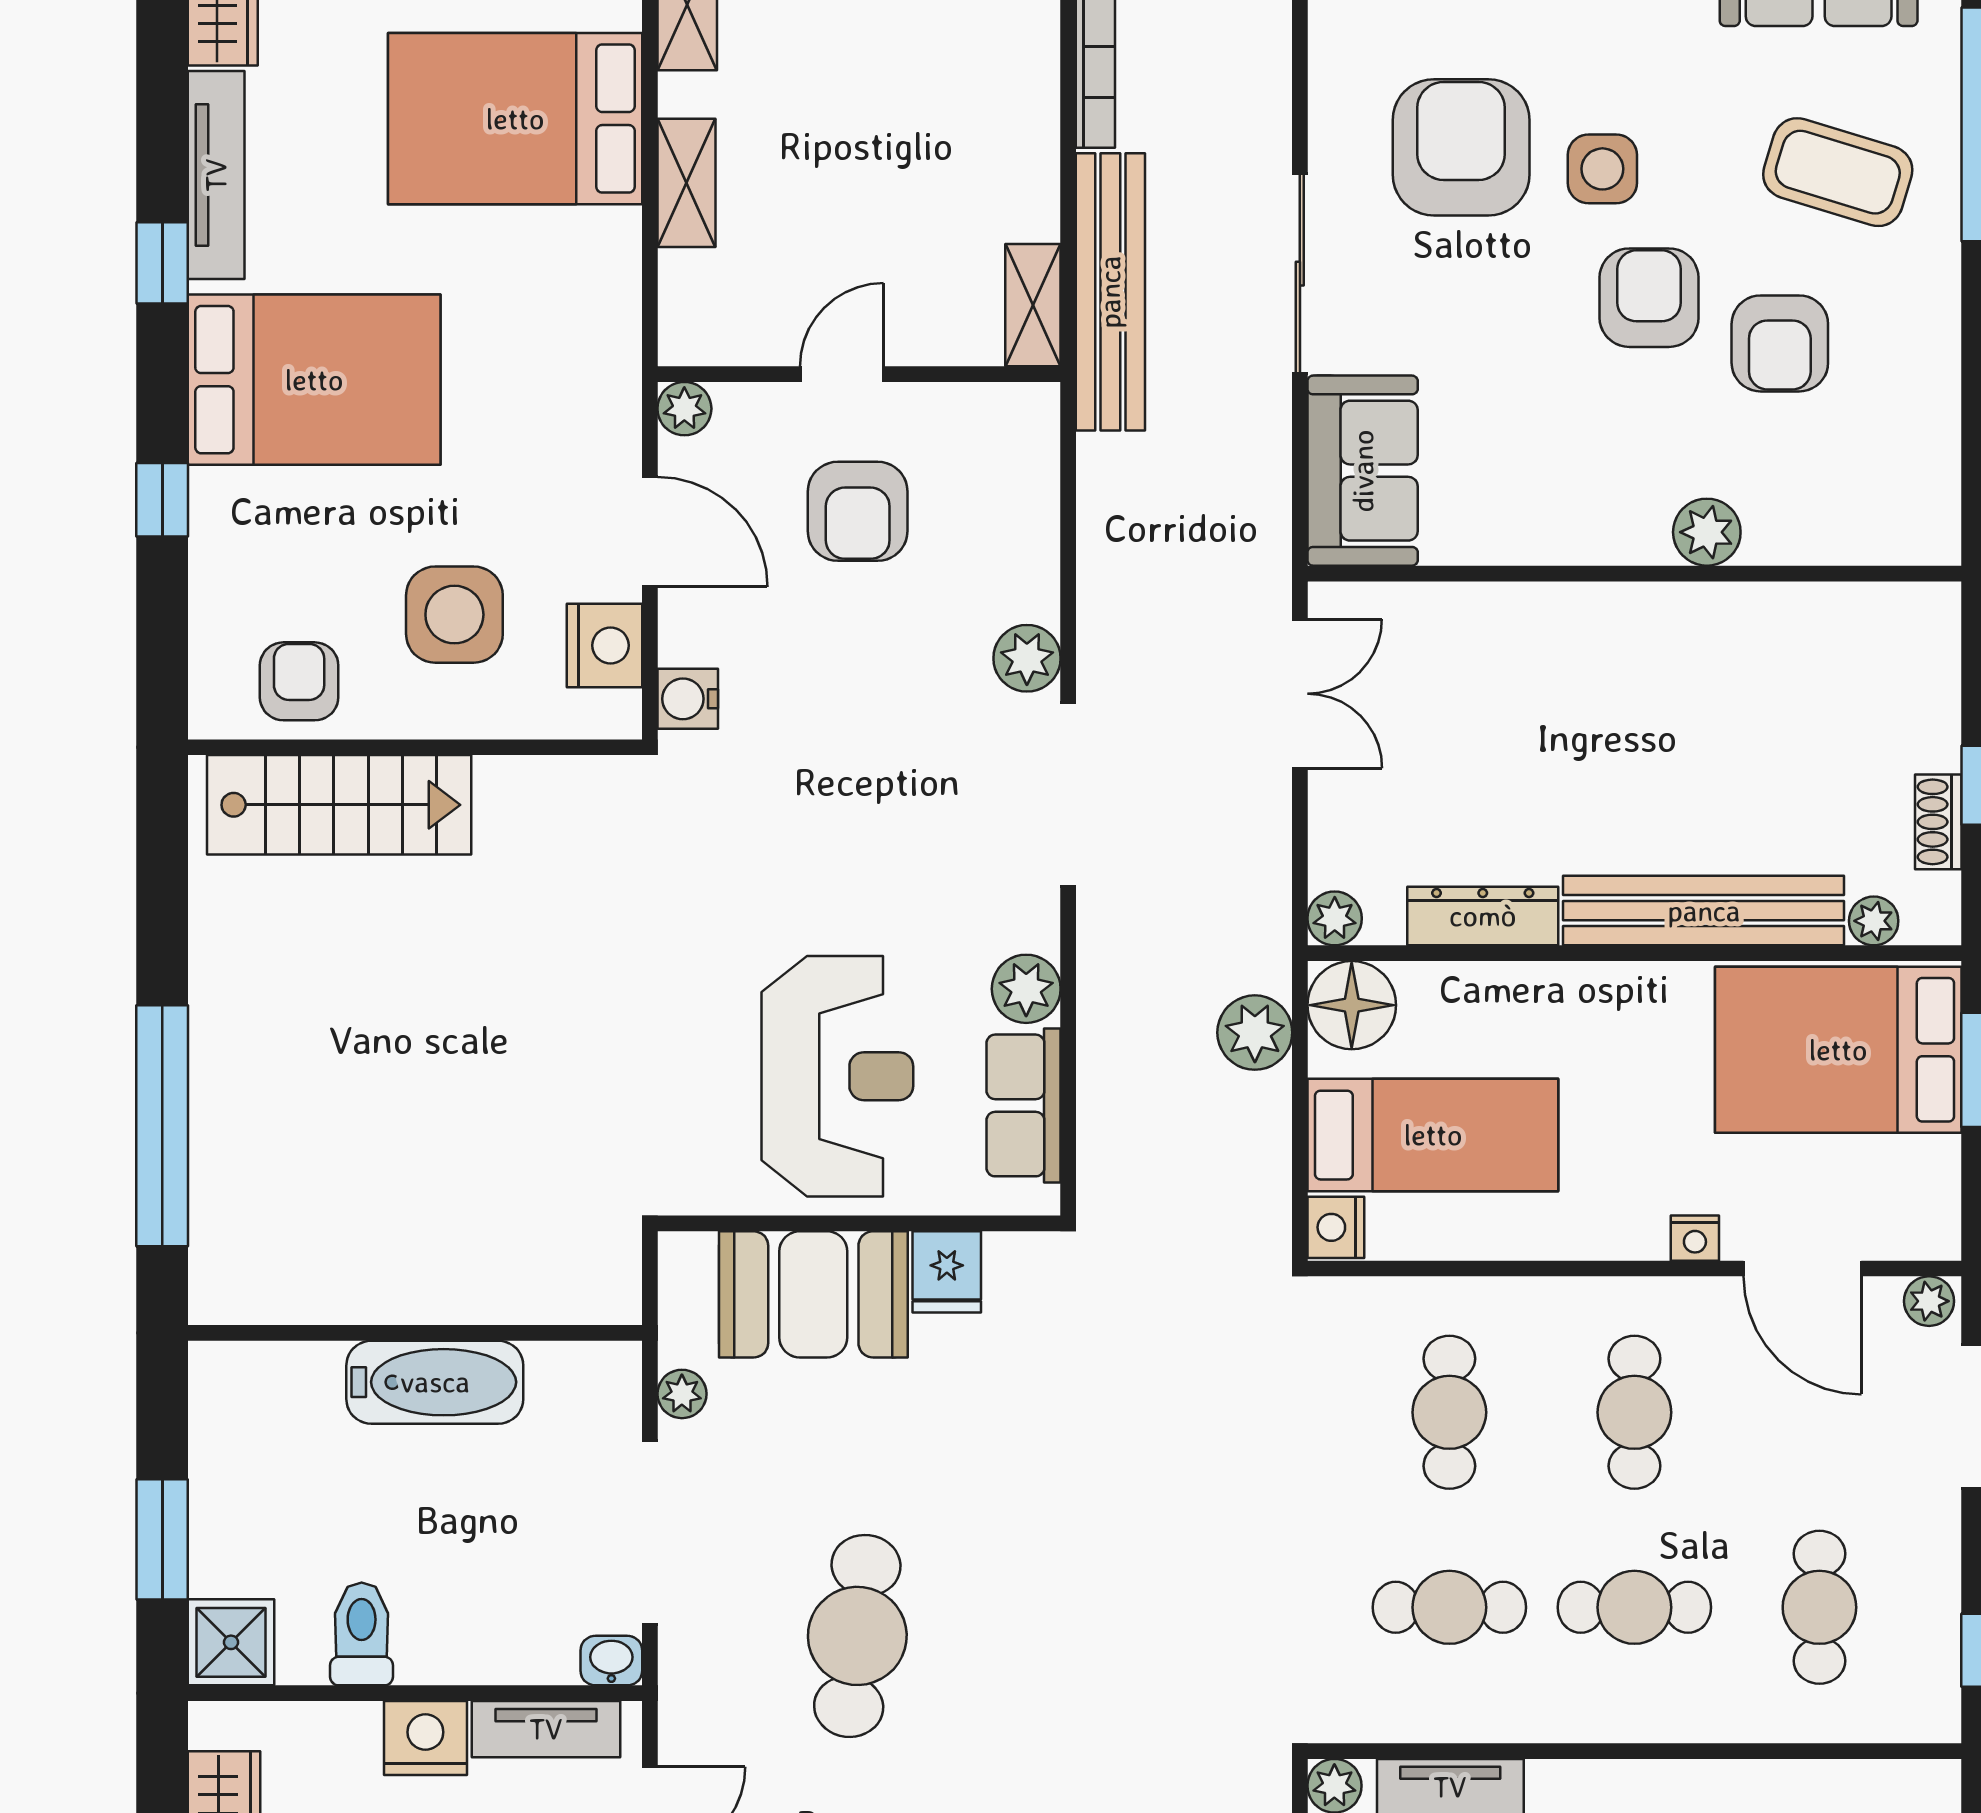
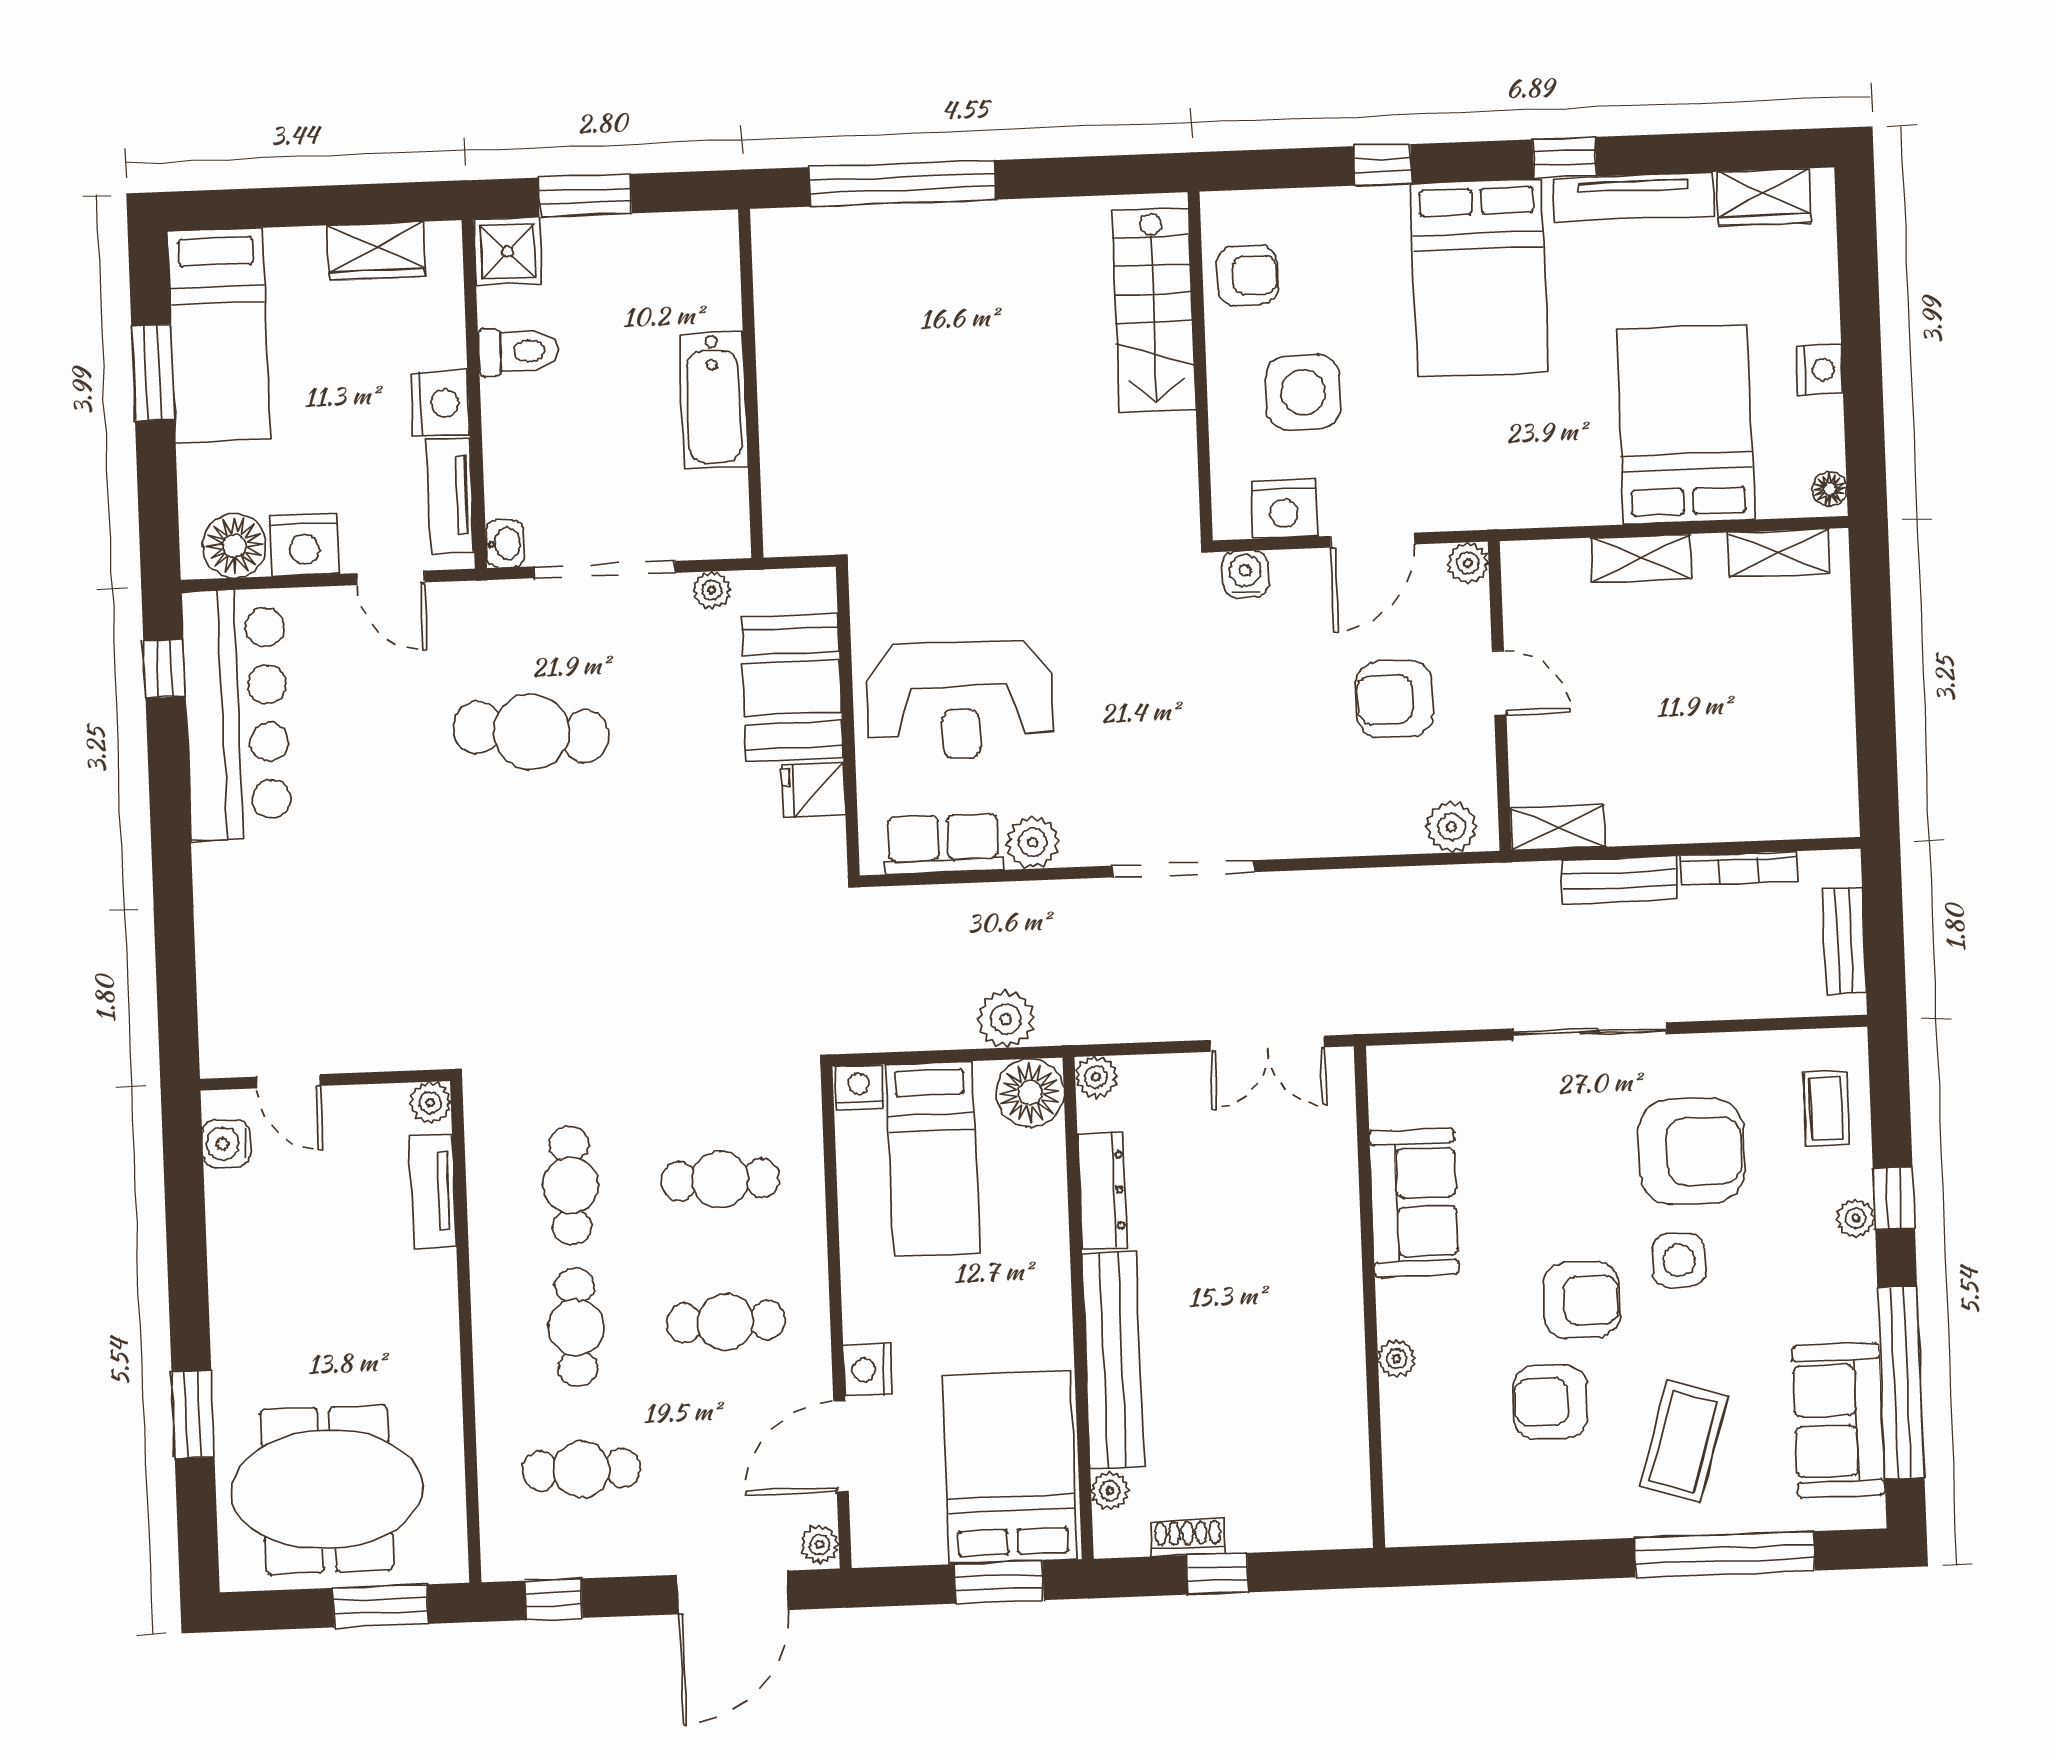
bench: (1110, 292) -> (1619, 880), width x0.54, depth x0.82
sofa: (1363, 471) -> (1414, 1202), moved, turned -90
plant: (1707, 532) -> (1397, 1359), width x0.73, depth x0.73
plant: (1027, 658) -> (1451, 827), moved
nightstand: (1695, 1238) -> (868, 1370), width x1.39, depth x1.35

